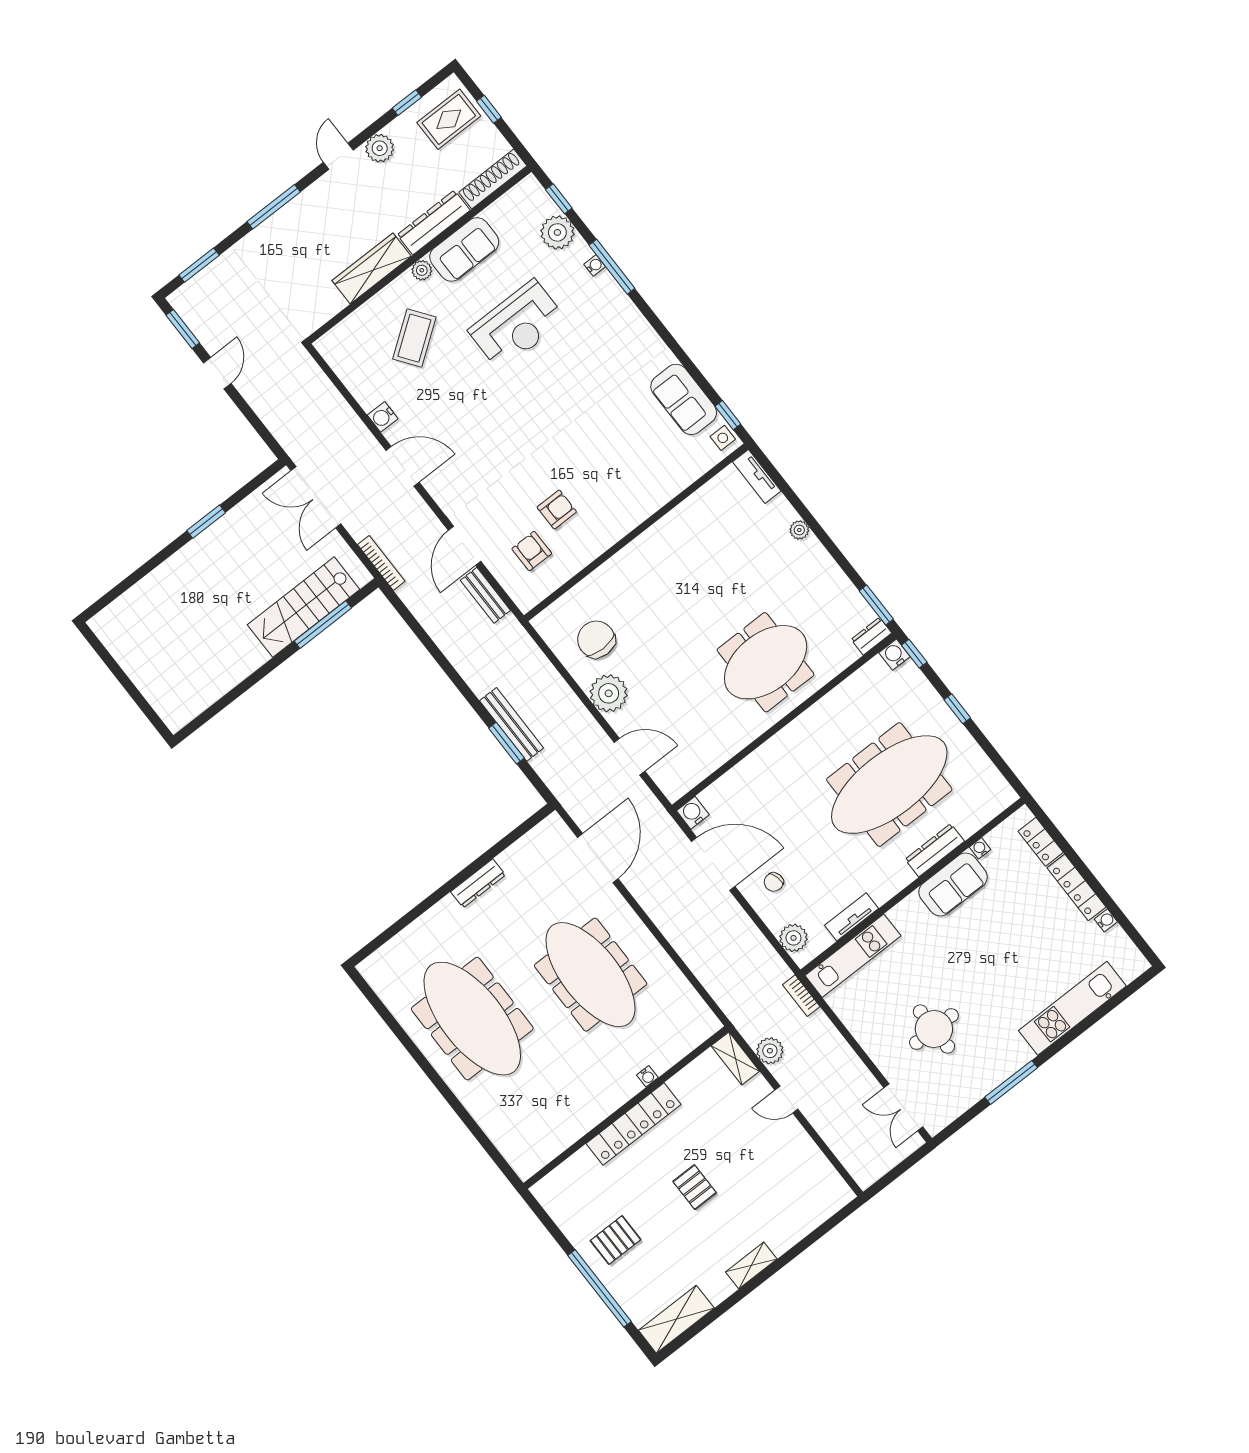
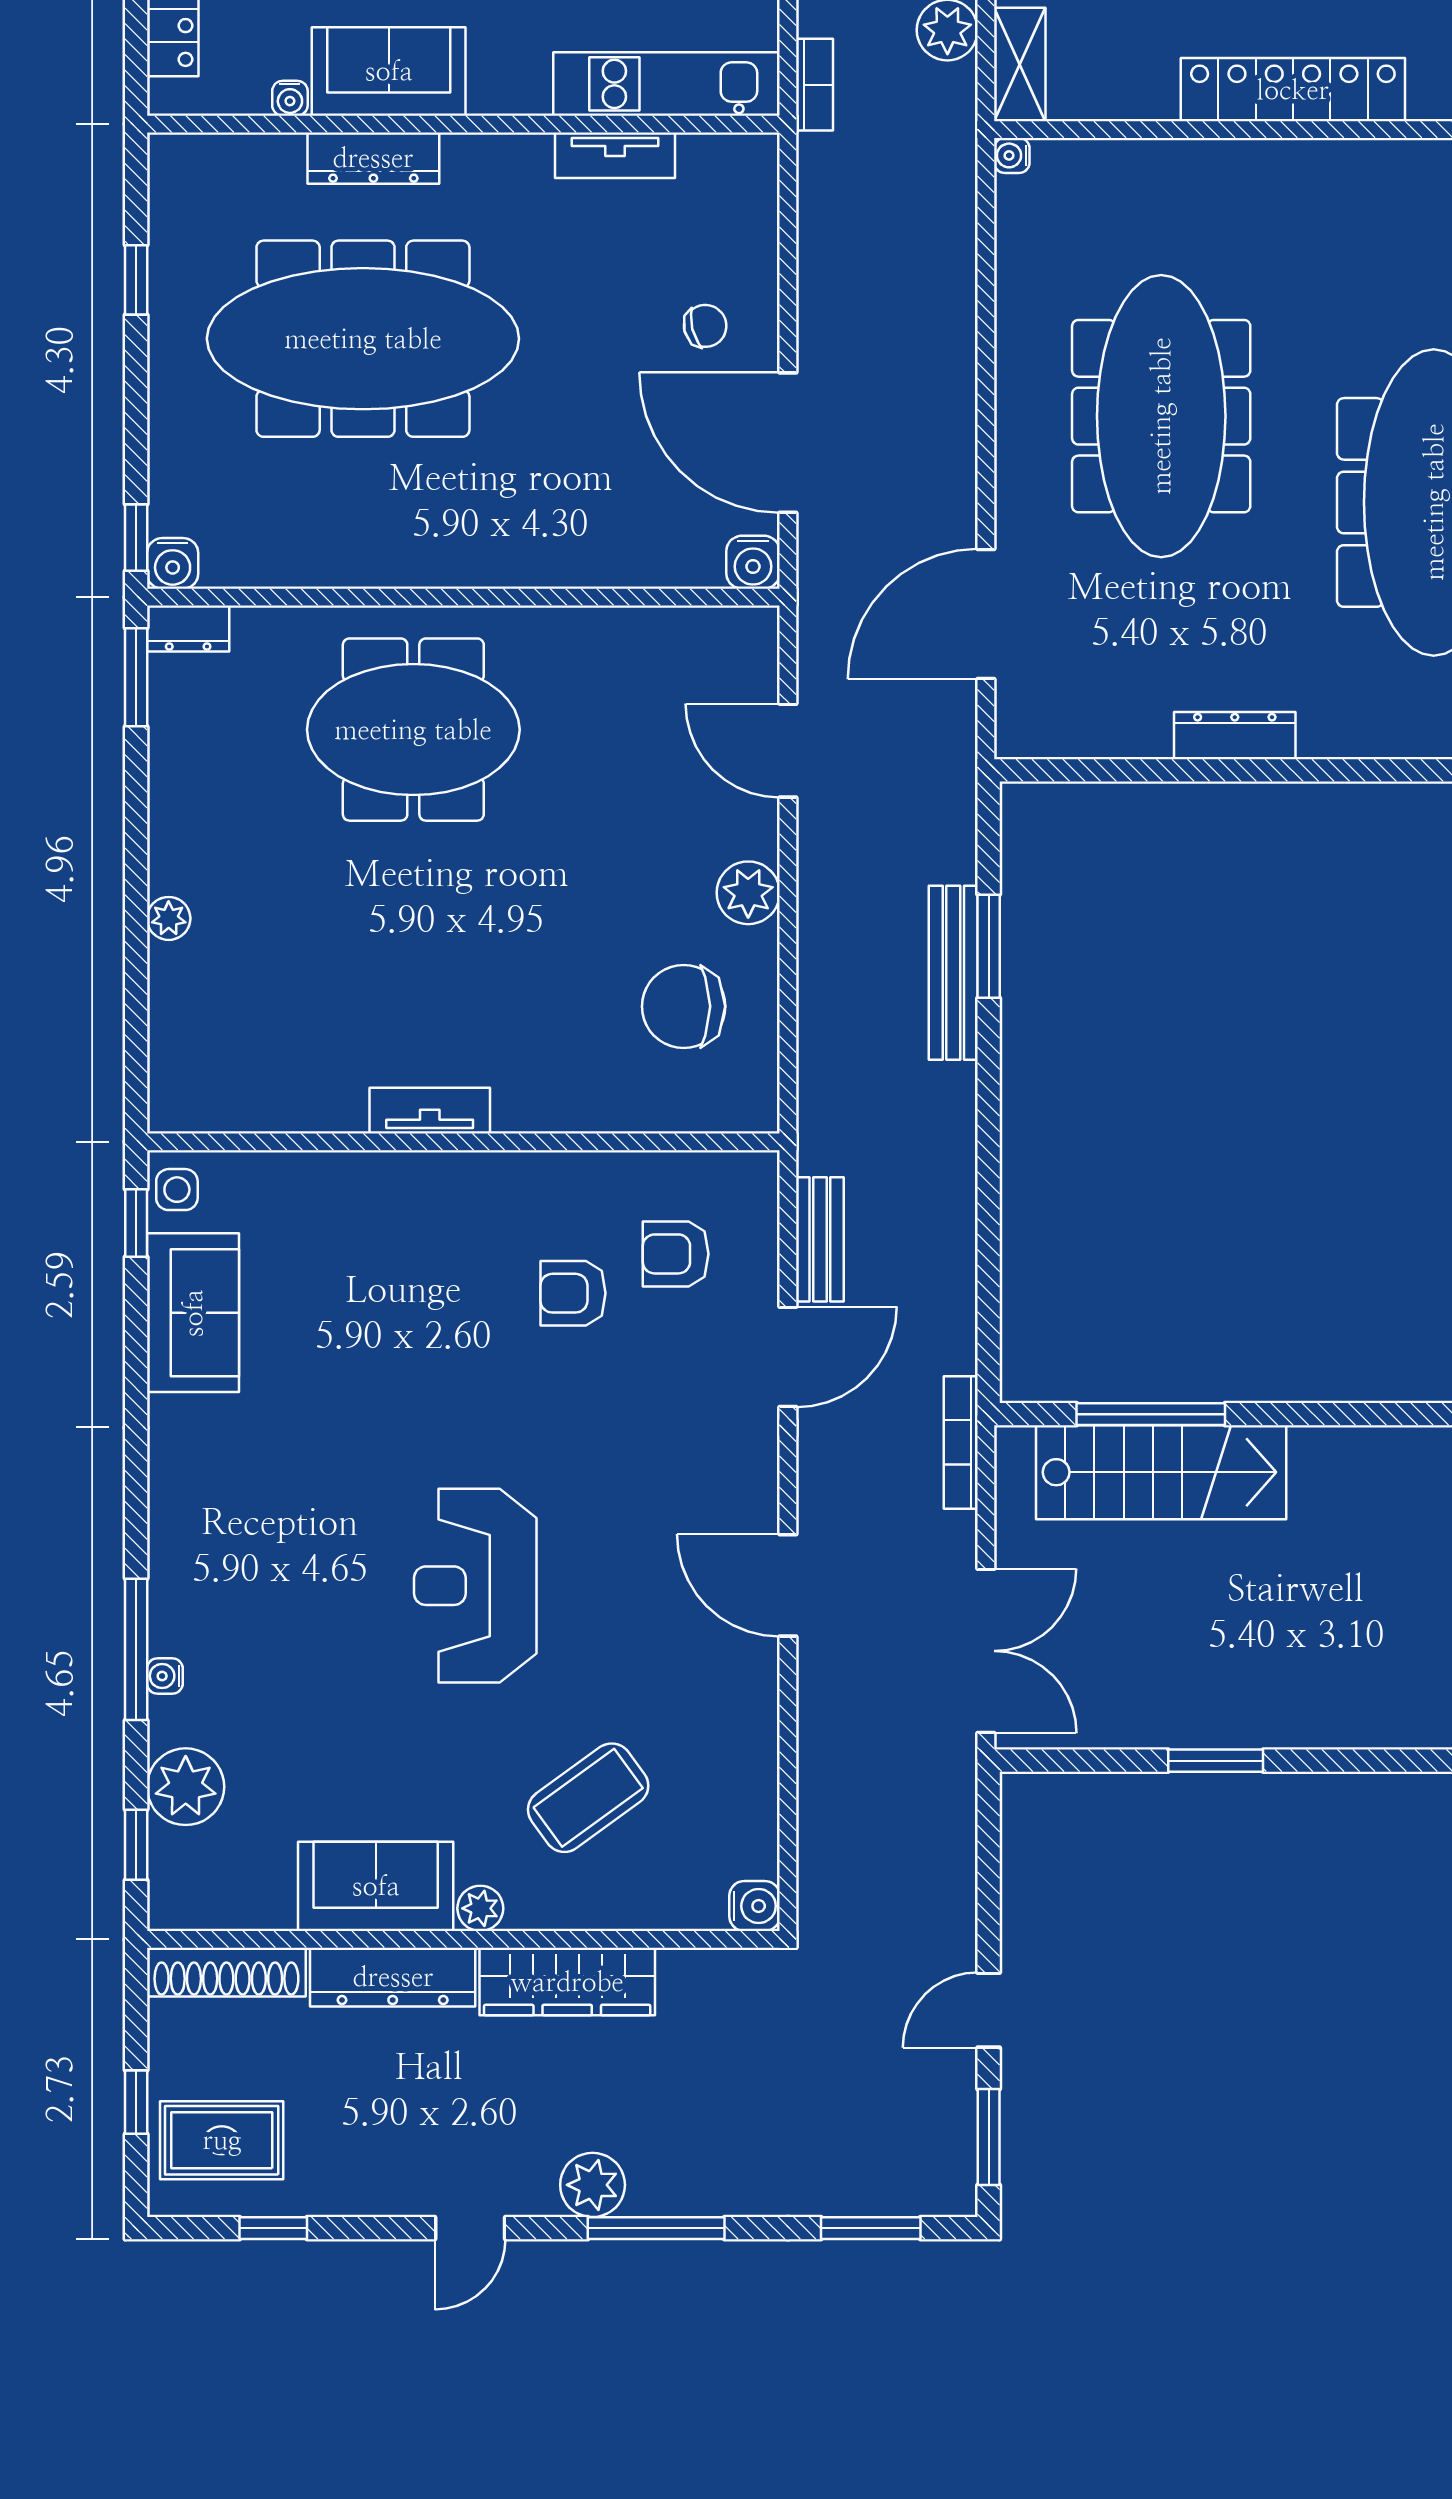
plant: (380, 148) -> (593, 2185), moved
reception desk: (517, 325) -> (475, 1586), moved, turned -90
water cooler: (383, 417) -> (755, 1906), moved
tv unit: (757, 476) -> (430, 1111), moved, turned -90
armchair: (532, 551) -> (676, 1254), turned 90
chair: (596, 639) -> (684, 1006), turned 90
plant: (609, 693) -> (748, 893), width x0.73, depth x0.73
window: (957, 709) -> (136, 280), moved
plant: (793, 938) -> (748, 199), removed
water cooler: (647, 1076) -> (1012, 155), moved, turned -90

